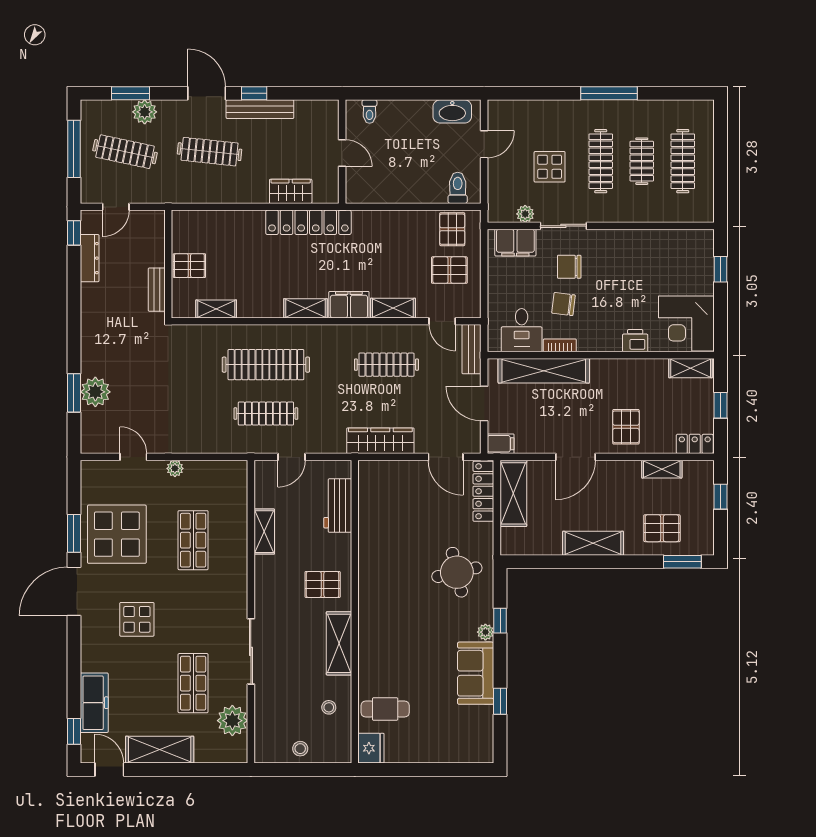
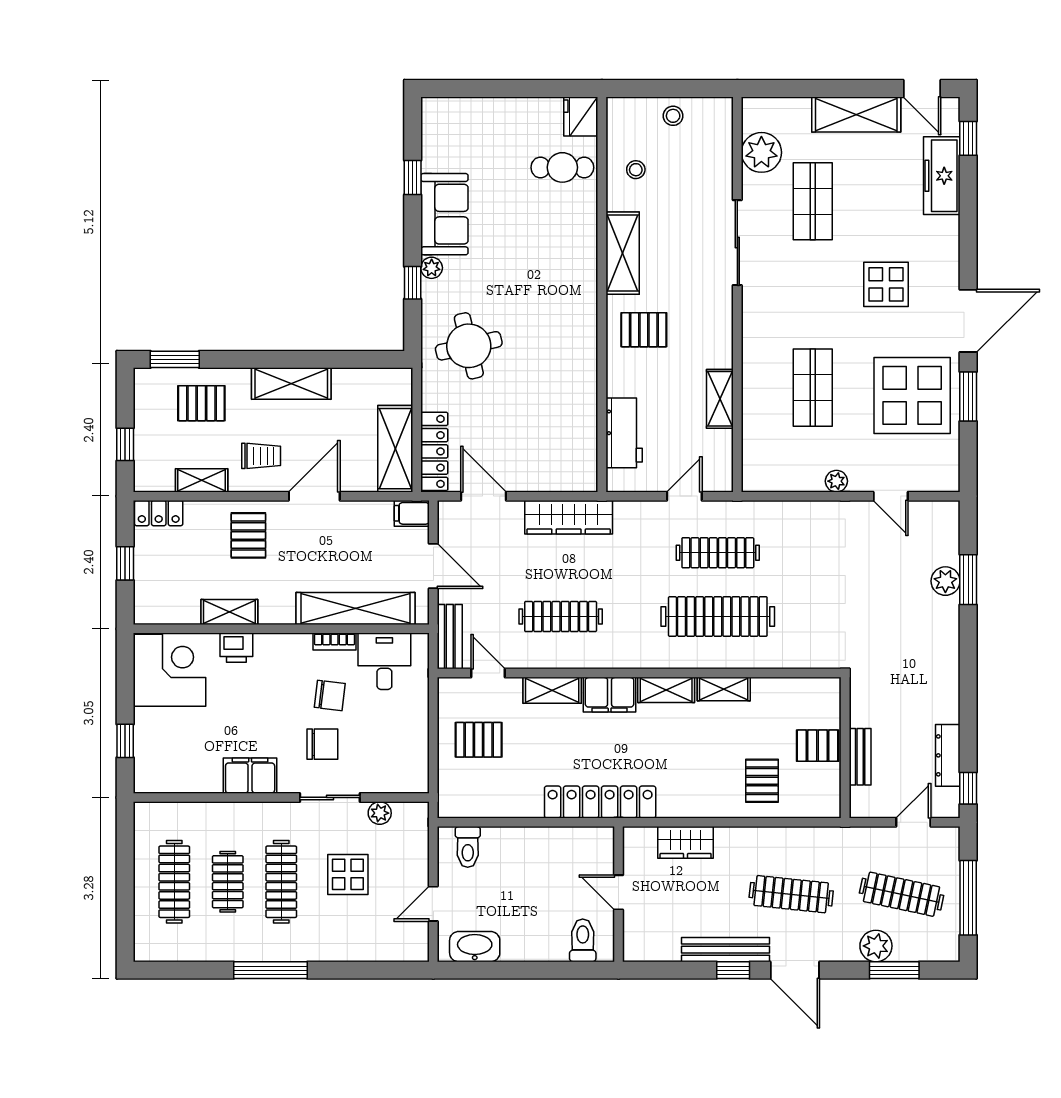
toilet: (369, 112) -> (583, 940), width x1.37, depth x1.39
locker: (308, 222) -> (600, 802), moved
pallet: (452, 229) -> (762, 781), moved
filing cabinet: (515, 243) -> (250, 776), moved
bench: (157, 290) -> (860, 757), moved
shelving: (216, 309) -> (724, 689), moved
shelving: (691, 368) -> (229, 612), moved
plant: (95, 392) -> (945, 581), width x0.73, depth x0.73
trolley: (616, 488) -> (261, 456), added

